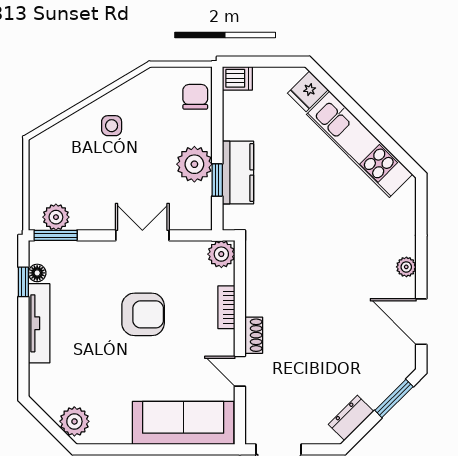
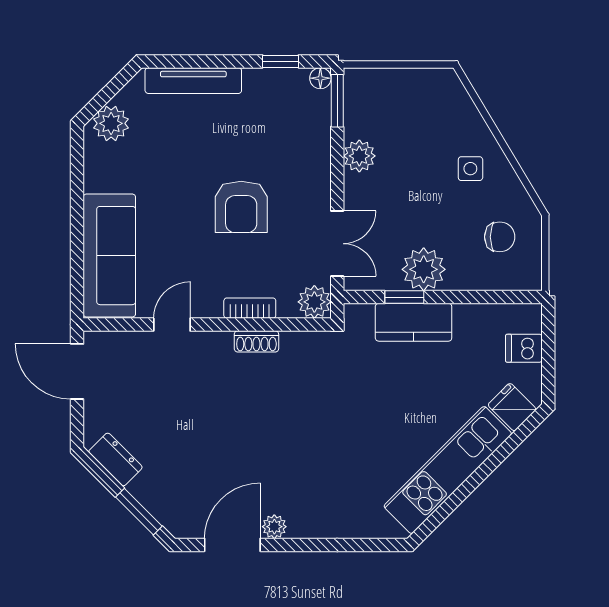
dishwasher: (237, 78) -> (524, 348), moved, turned 90
chair: (195, 97) -> (500, 237), moved
plant: (56, 217) -> (359, 156), moved
double door: (142, 235) -> (337, 244), moved
plant: (406, 267) -> (274, 527), moved
floor lamp: (37, 273) -> (320, 78), moved
tv unit: (39, 323) -> (193, 81), moved
shoe rack: (254, 335) -> (256, 341), moved

